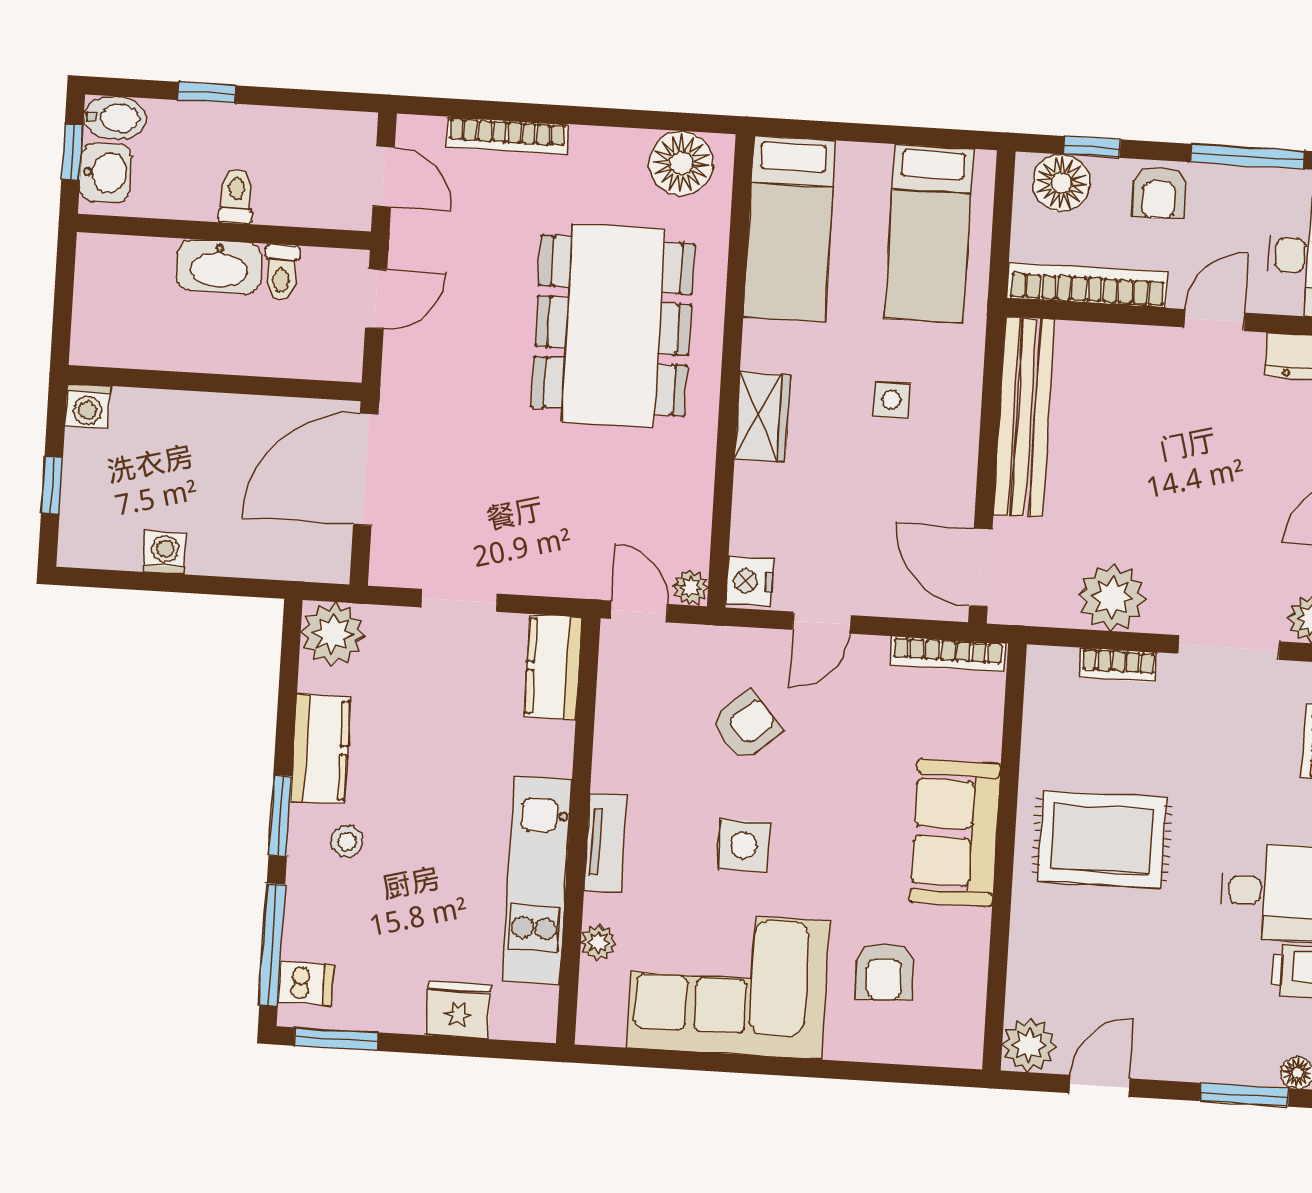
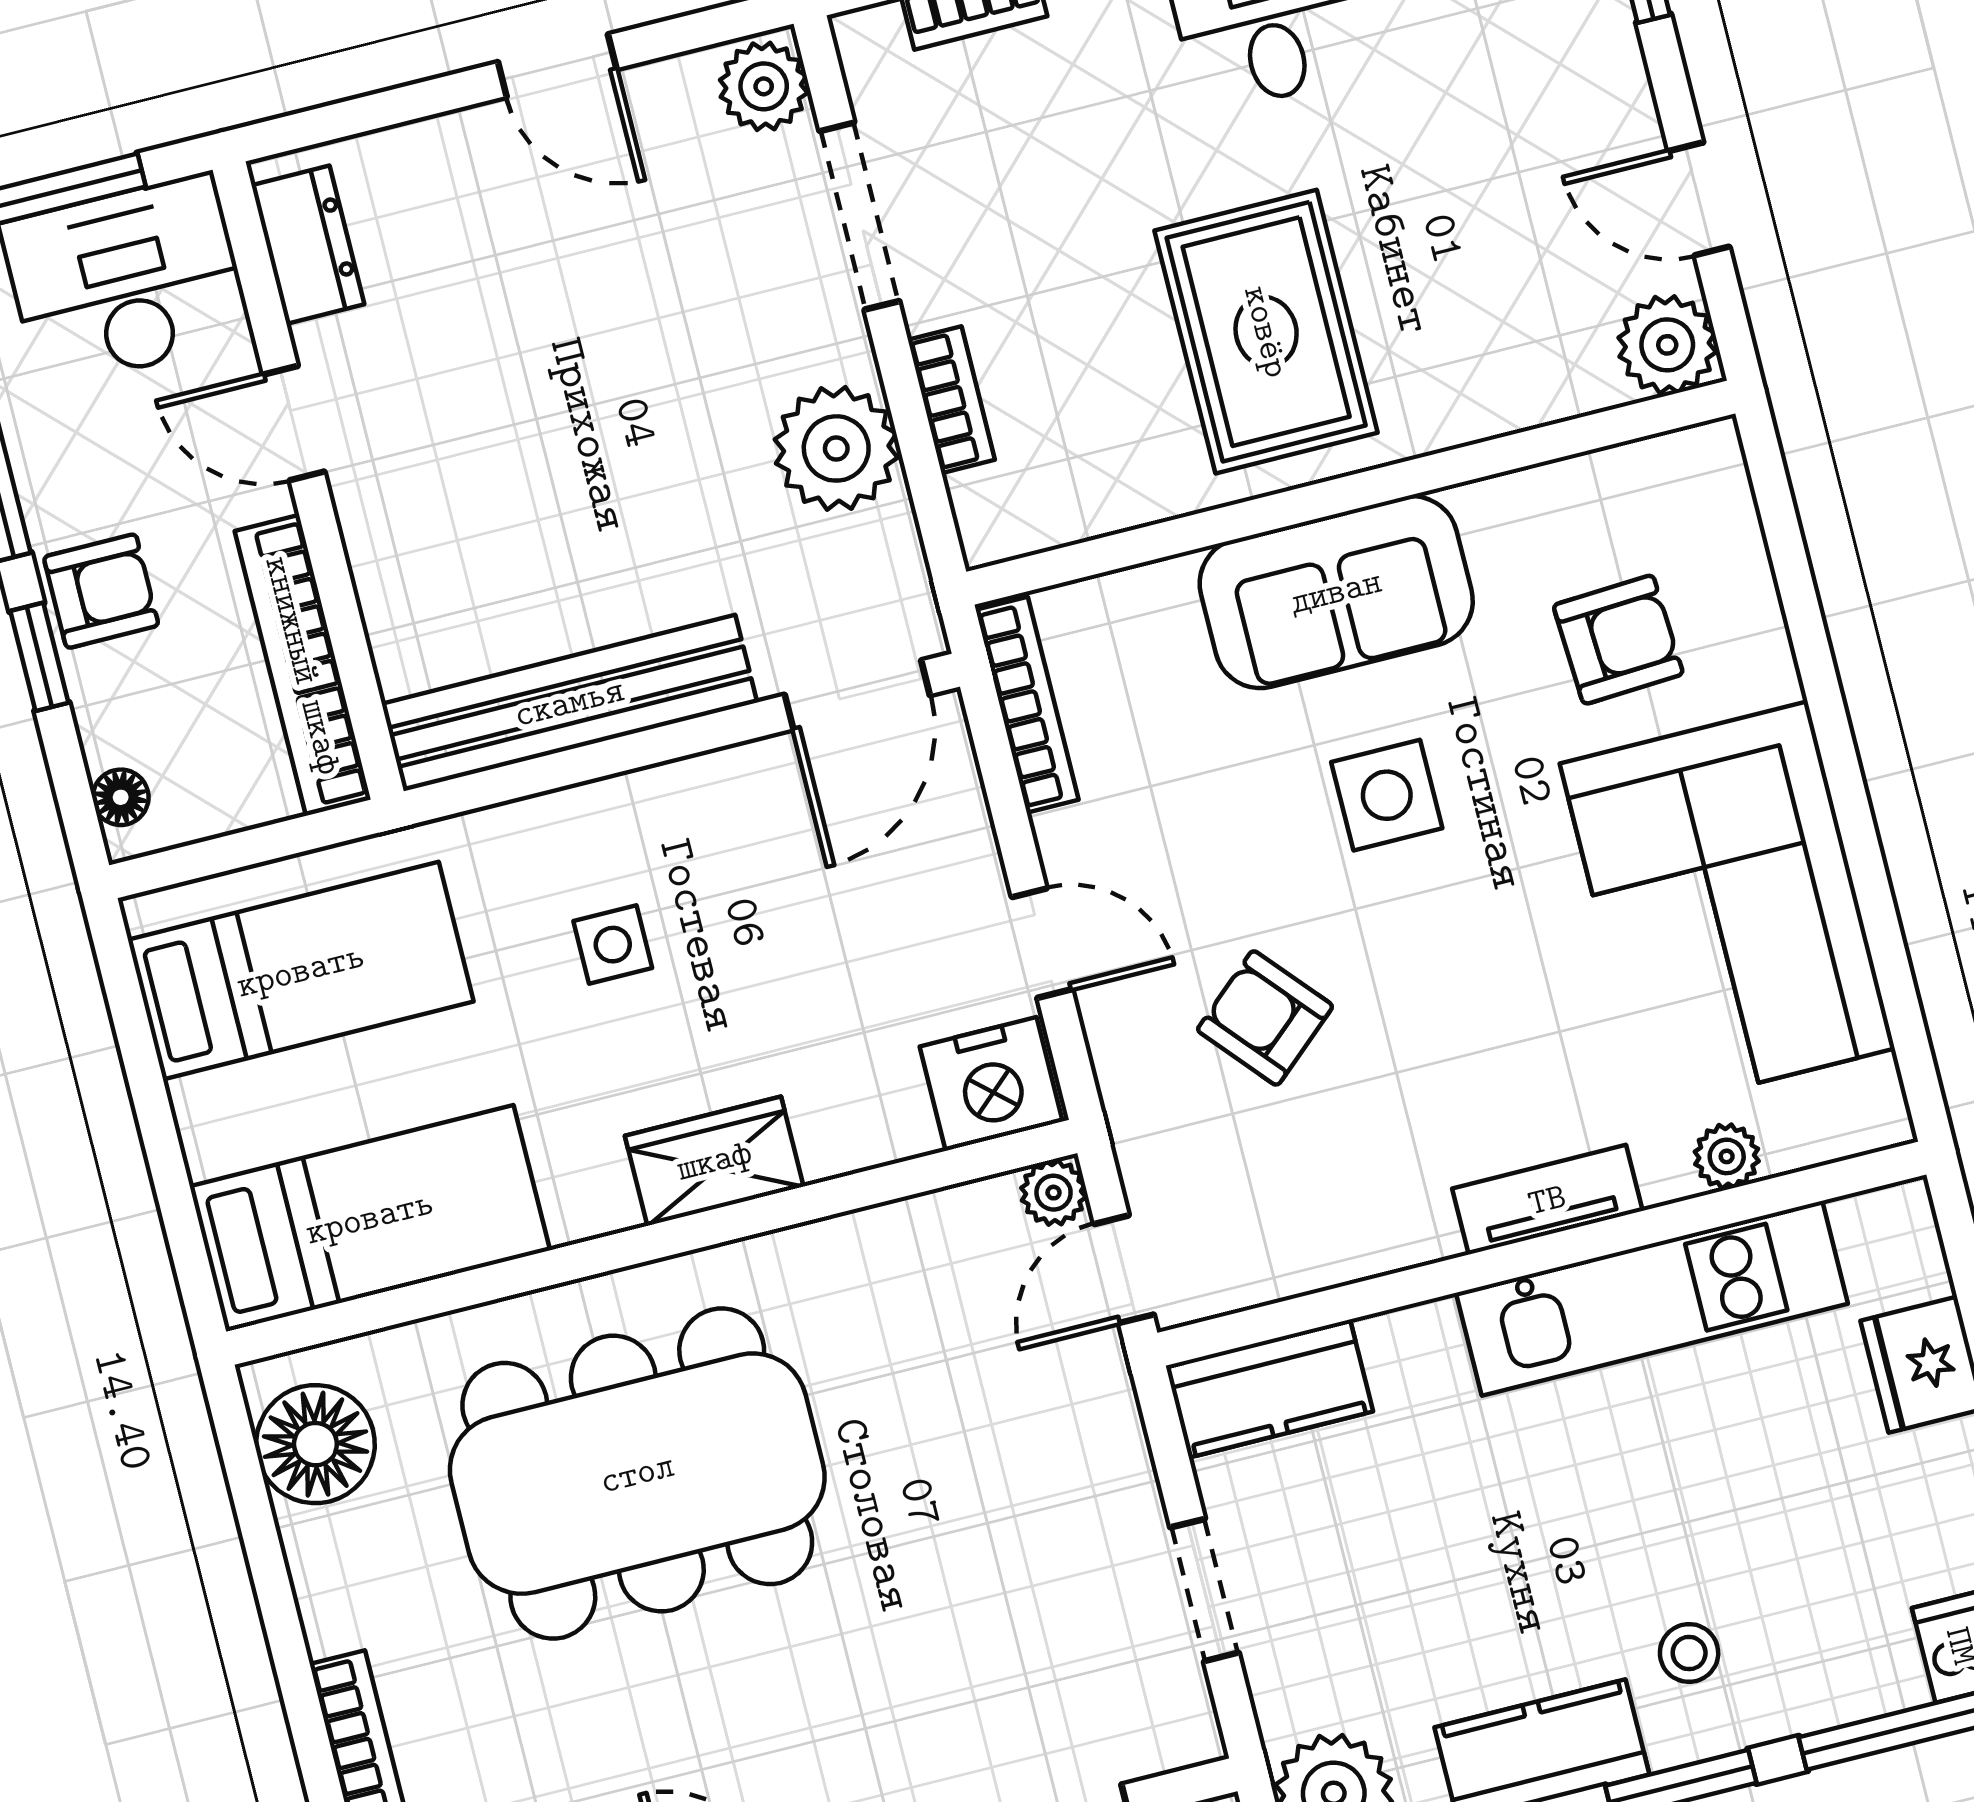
window: (1092, 147) -> (39, 657), moved
floor lamp: (1061, 183) -> (121, 797), width x0.53, depth x0.53
nightstand: (749, 581) -> (991, 1084), width x1.36, depth x1.33
side table: (744, 845) -> (1387, 795), moved

